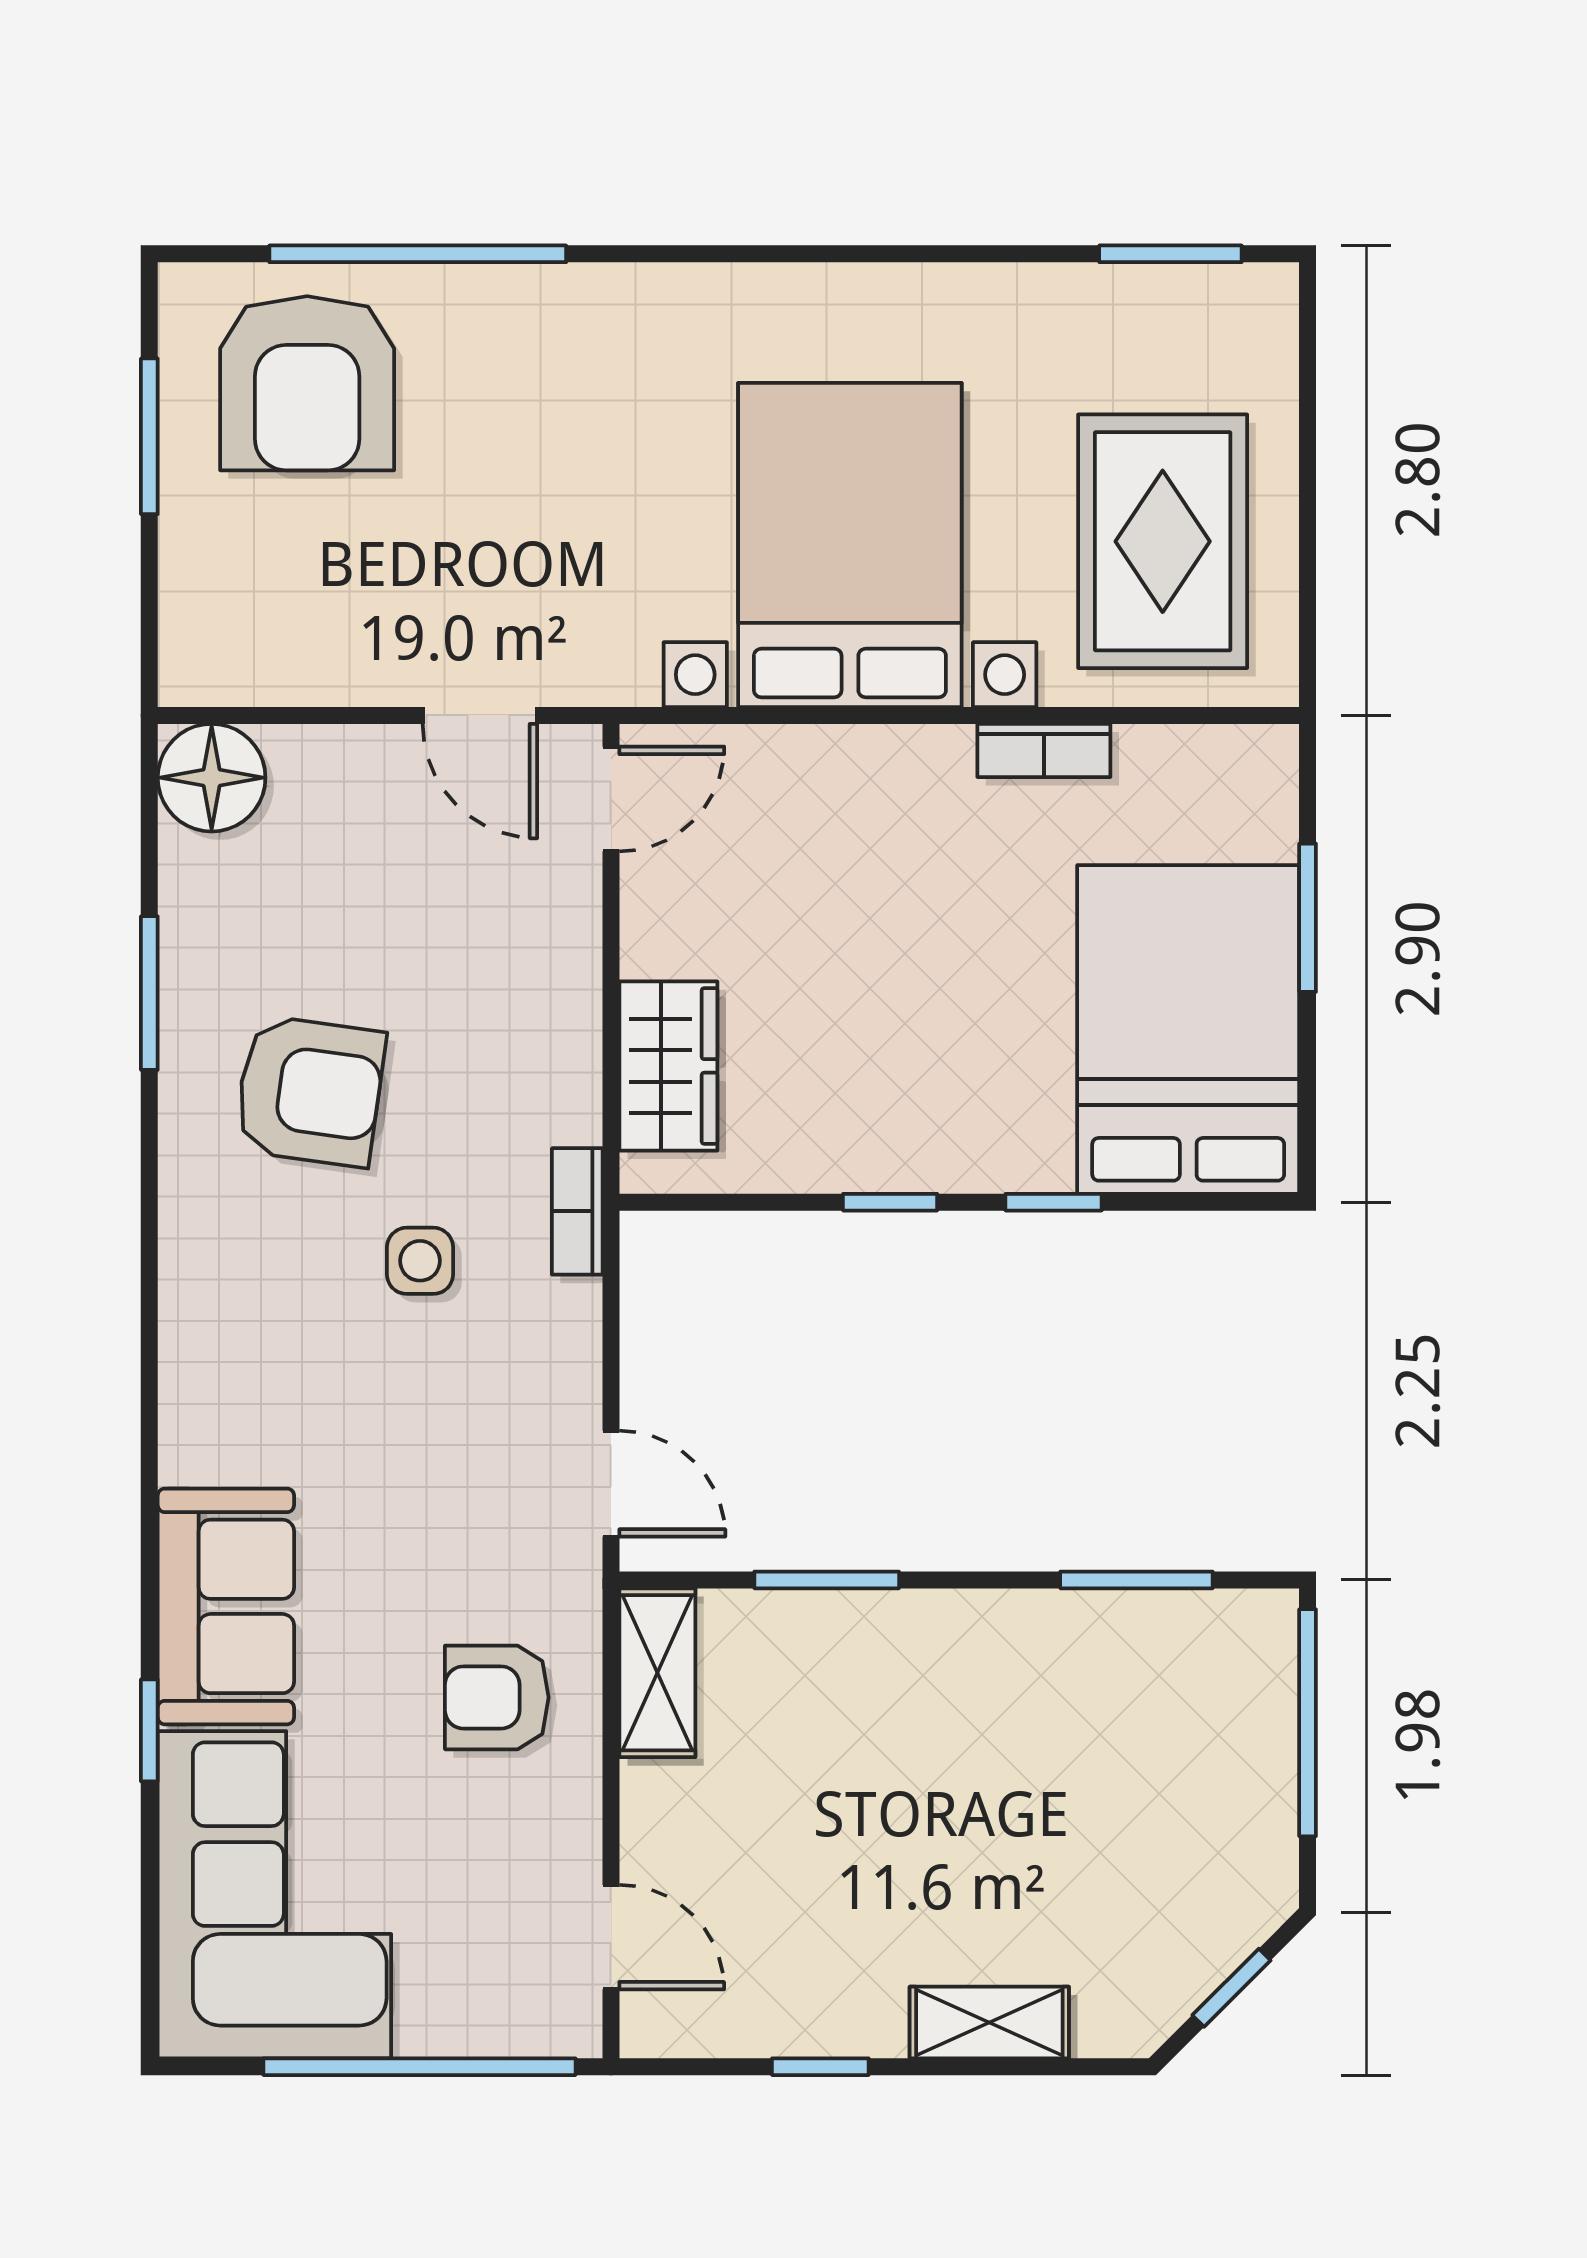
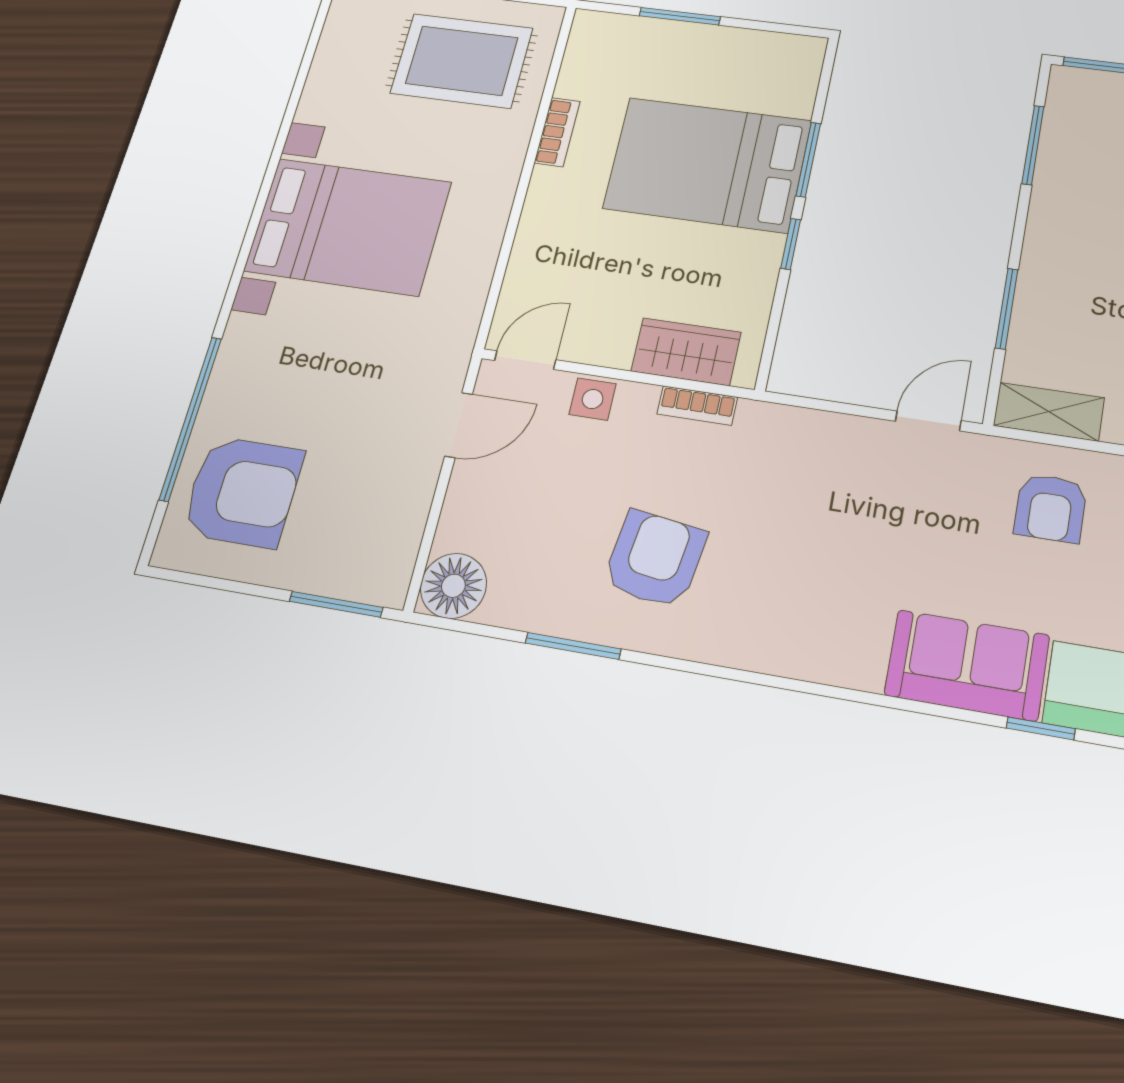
window: (1170, 254) -> (314, 39), removed
window: (149, 436) -> (336, 604), moved
bed with nightstands: (850, 545) -> (348, 226), moved, turned 180
door: (611, 799) -> (525, 360), hinge flipped
bed: (1188, 1029) -> (707, 164), moved
window: (1054, 1202) -> (808, 160), width x1.50
bookcase: (577, 1211) -> (697, 406), moved
side table: (420, 1261) -> (593, 399), moved

